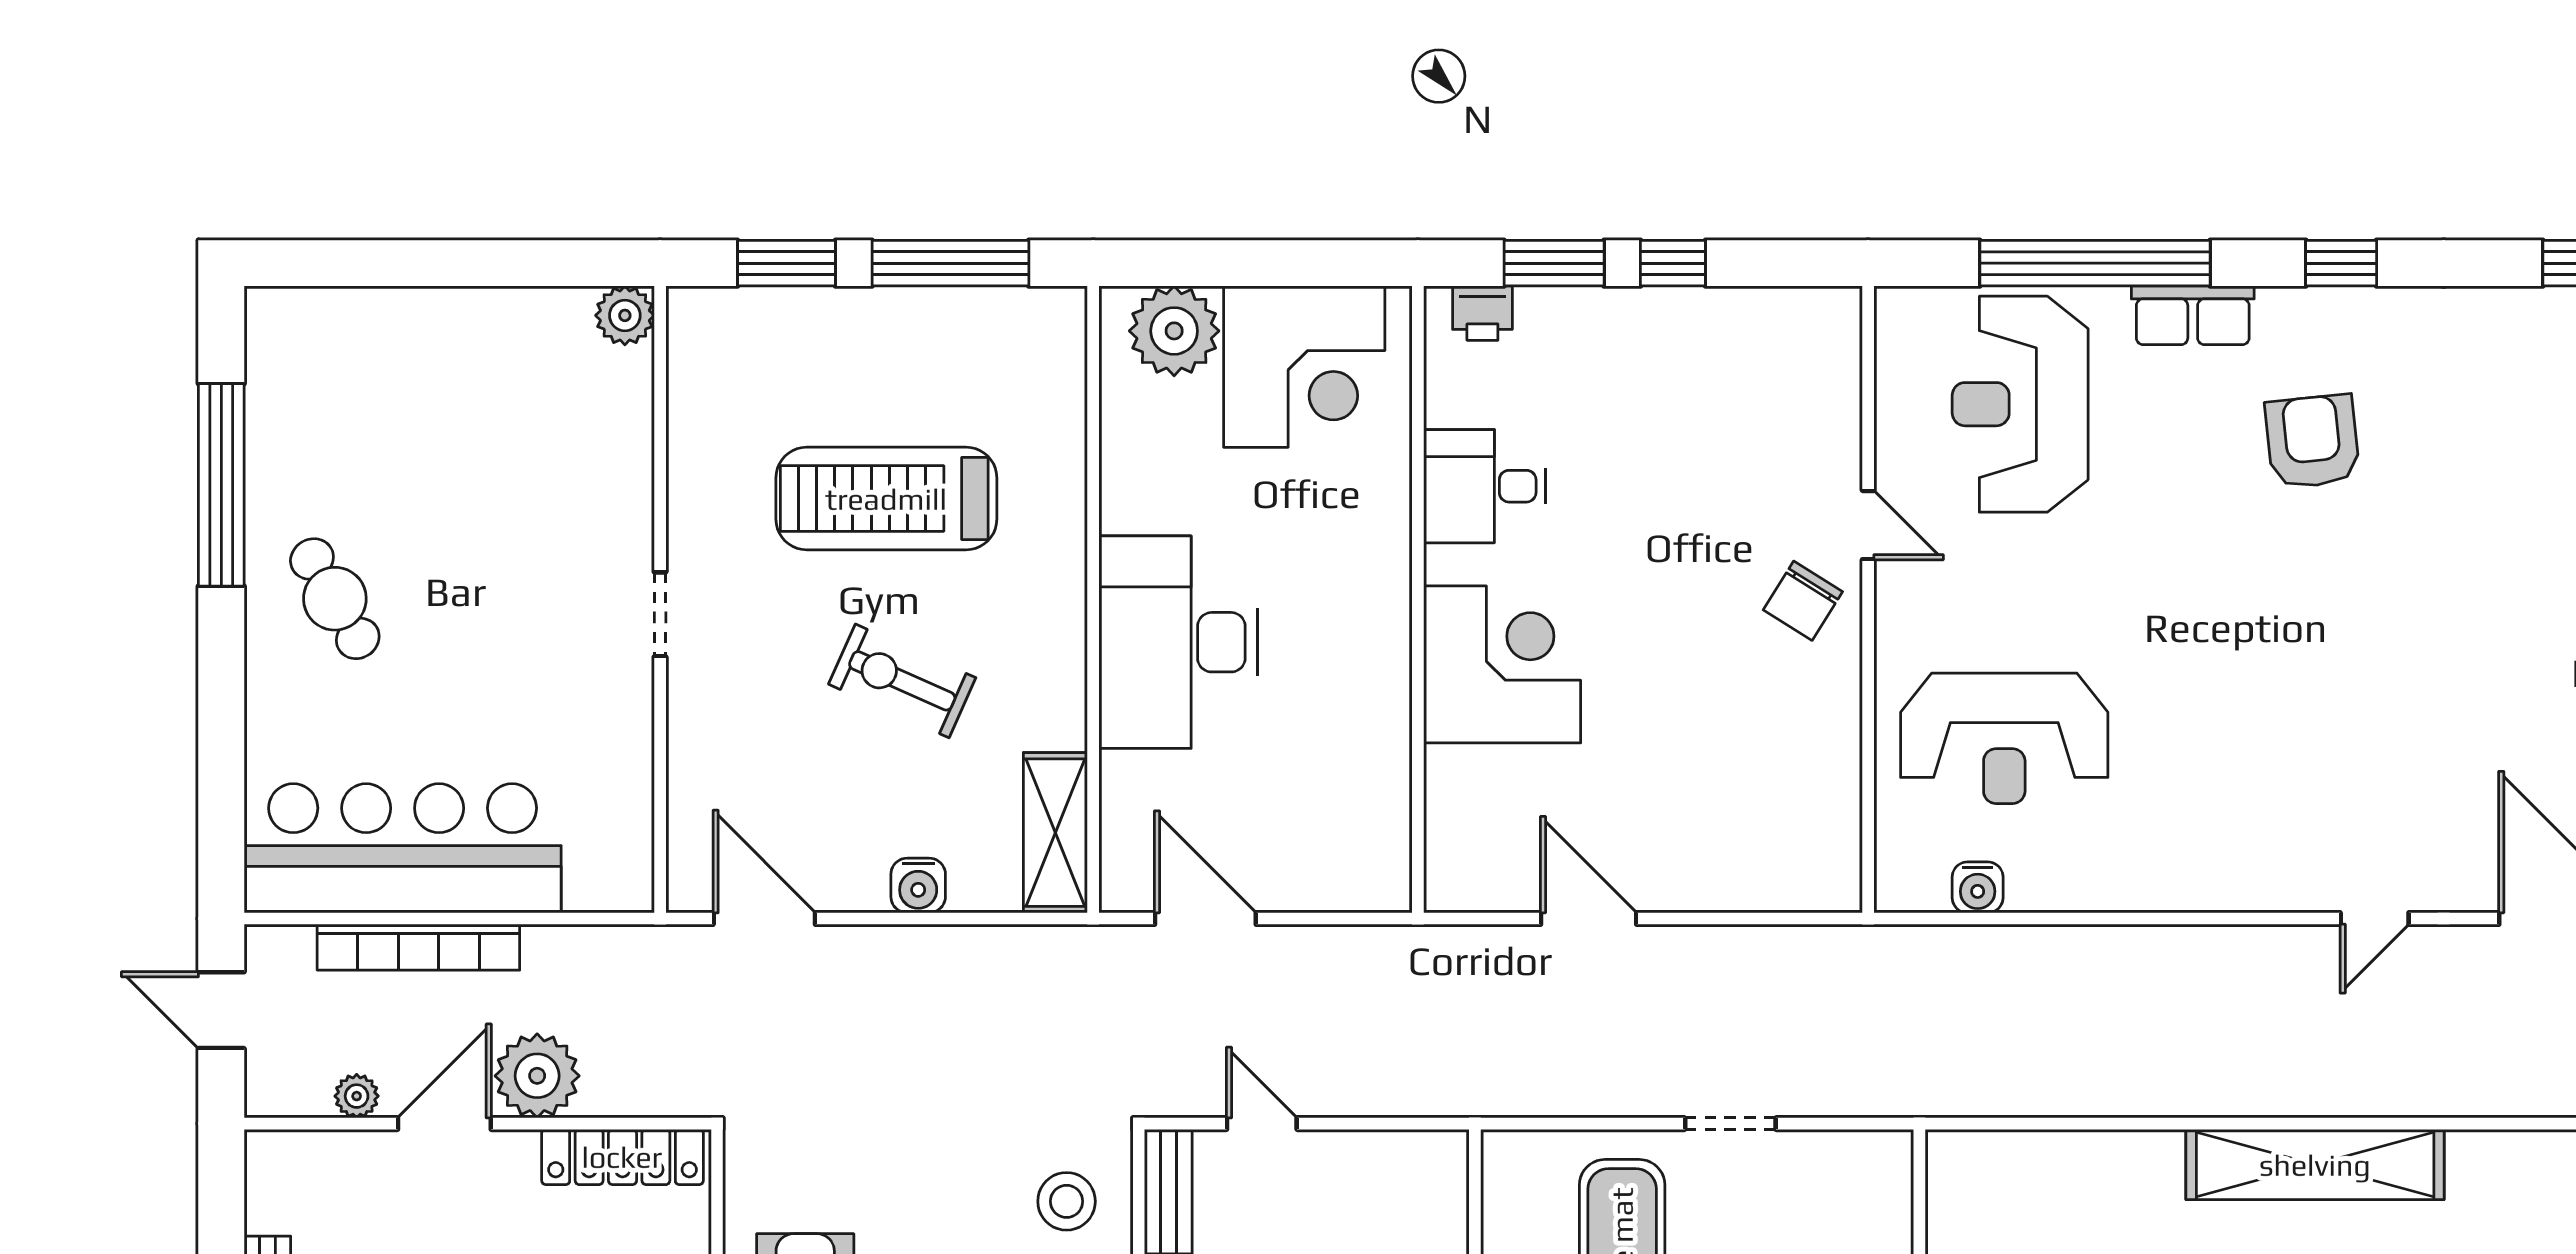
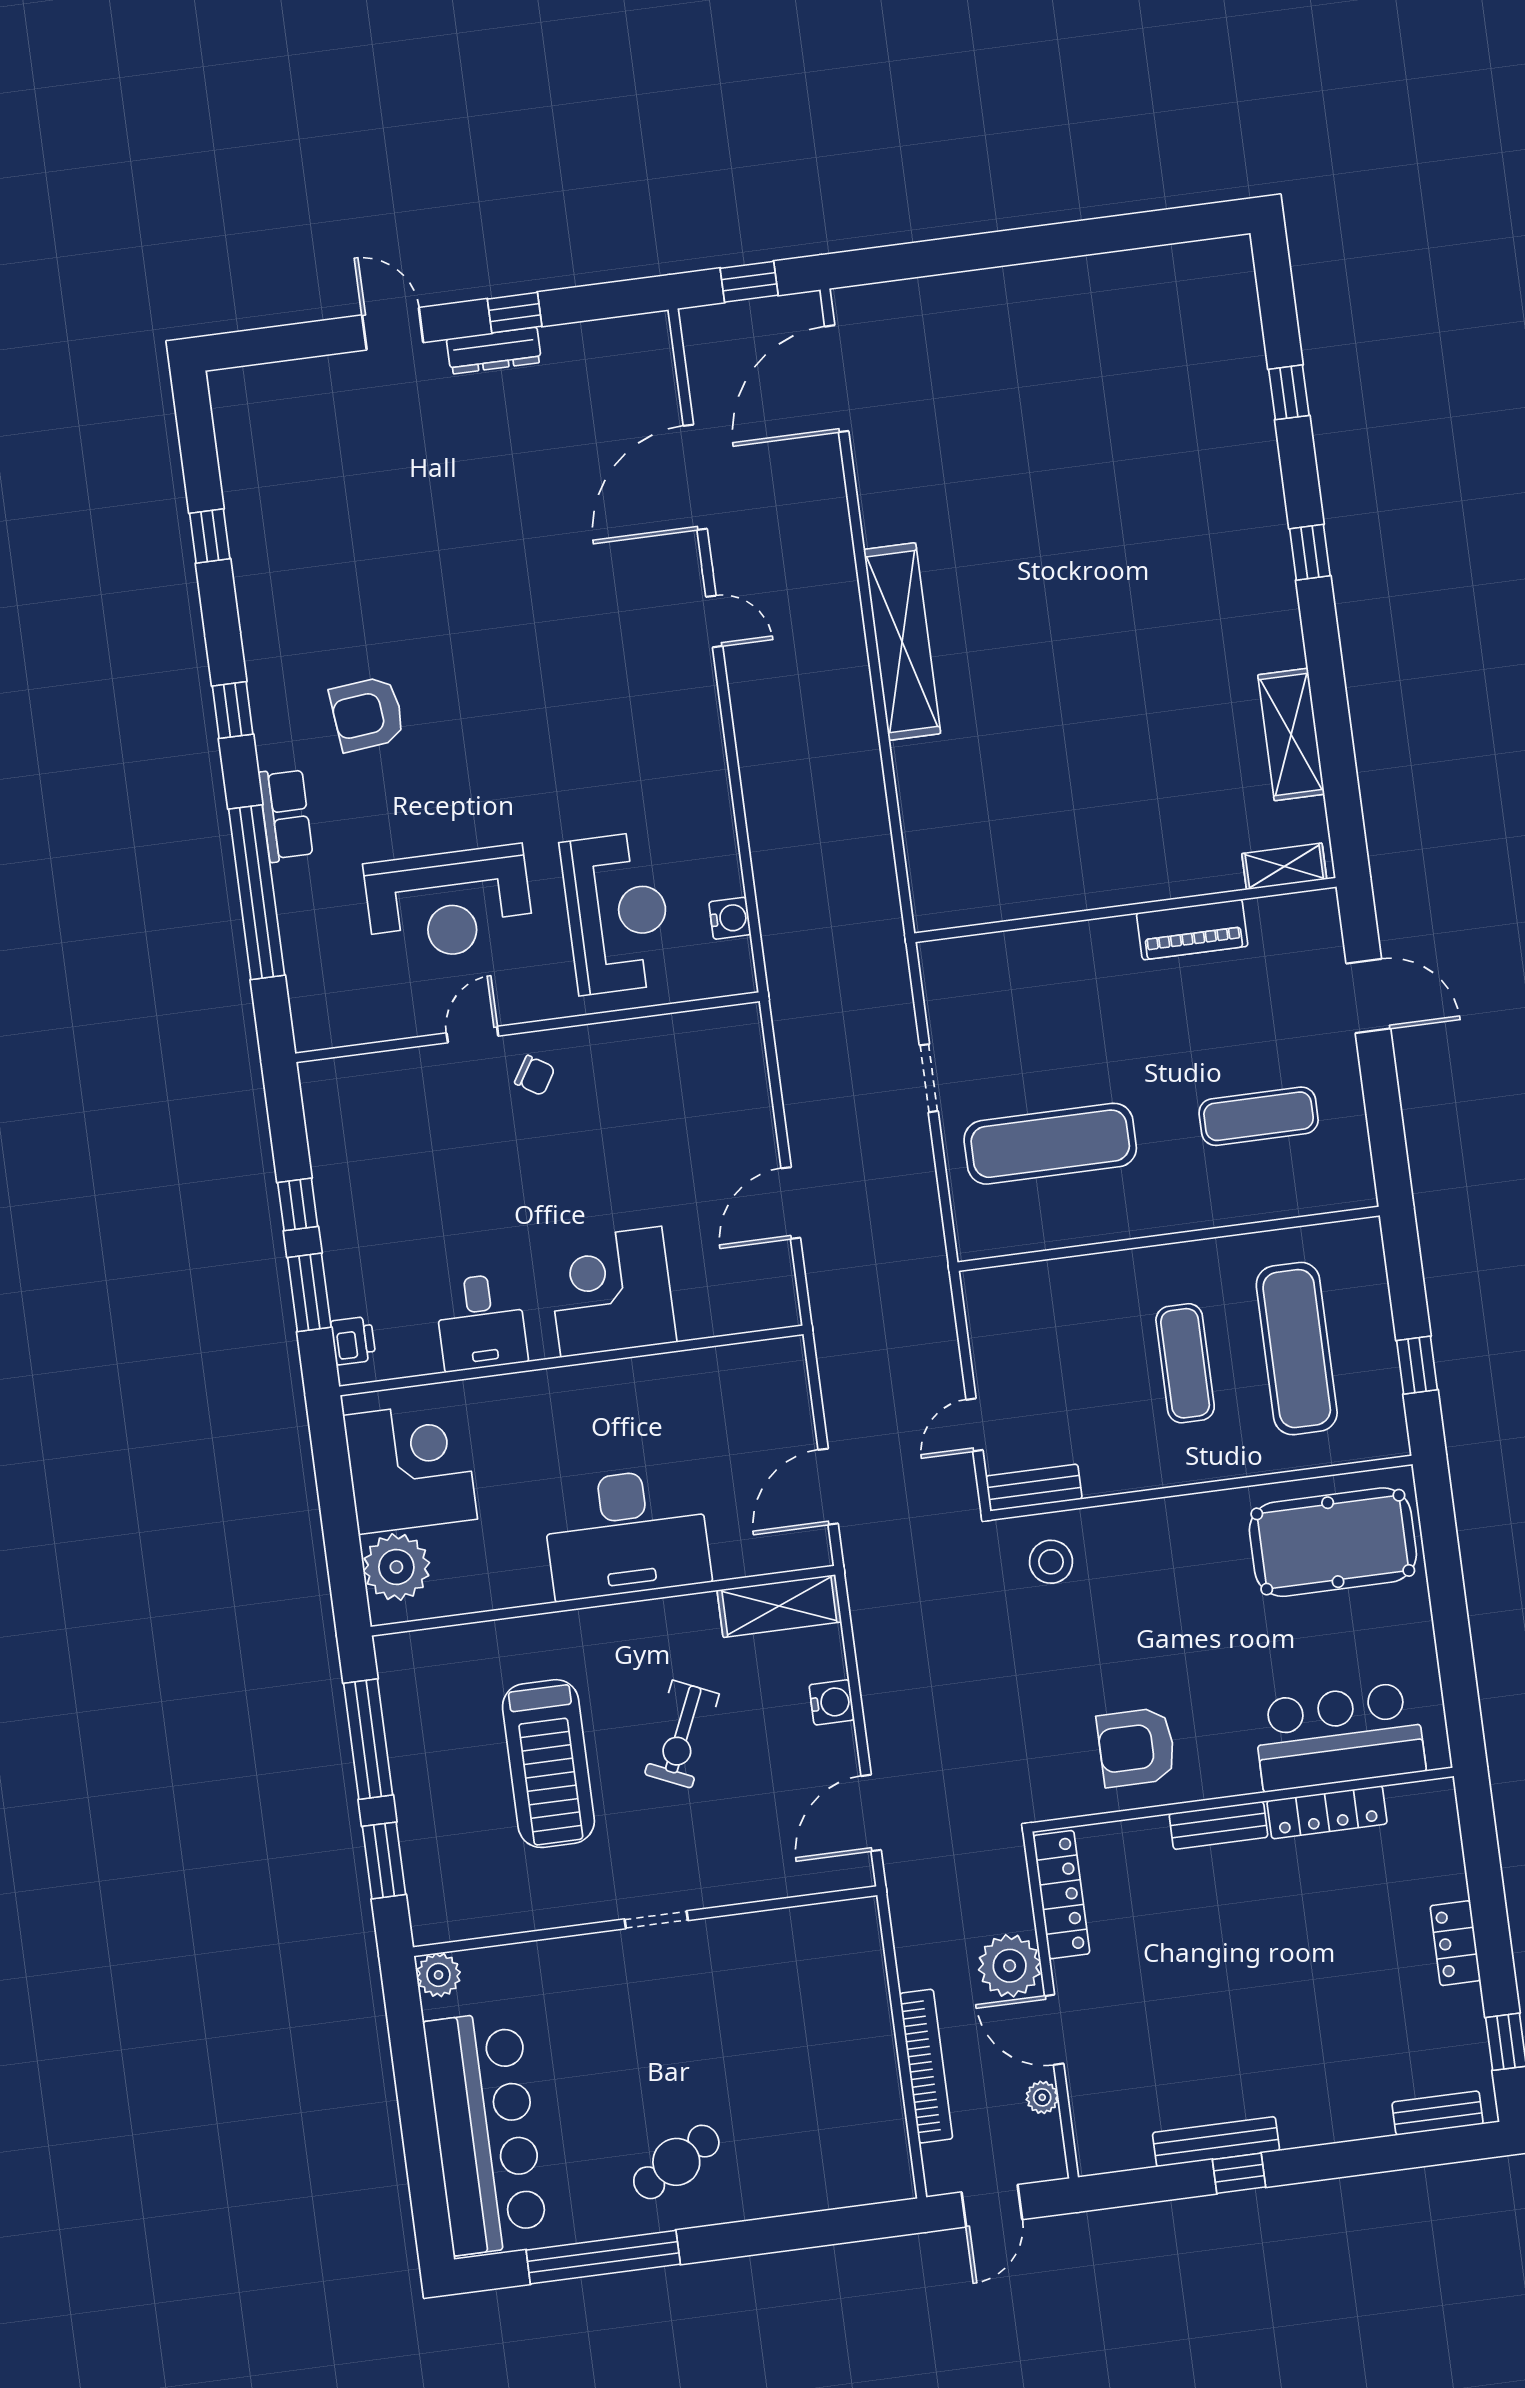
reception desk: (2020, 404) -> (449, 904), moved
chair: (1803, 601) -> (535, 1075), width x0.73, depth x0.73
bar counter: (403, 848) -> (486, 2133), moved, turned 180

